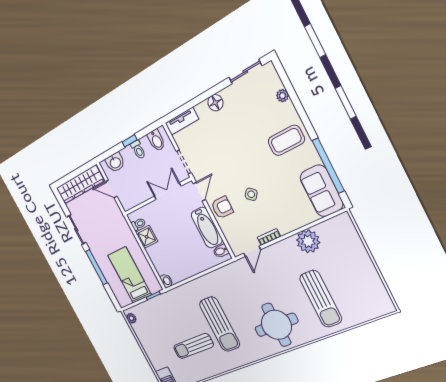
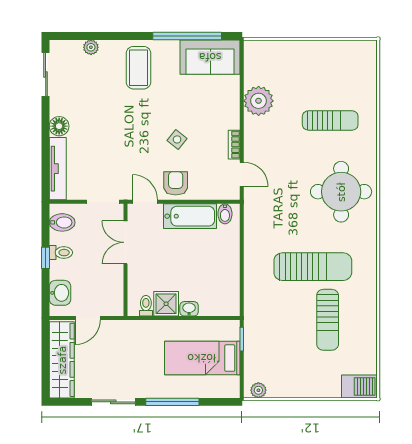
tv unit: (182, 121) -> (58, 169), width x1.41
washbasin: (166, 281) -> (189, 309), moved
sun lounger: (321, 299) -> (330, 120), width x0.73, depth x0.75

